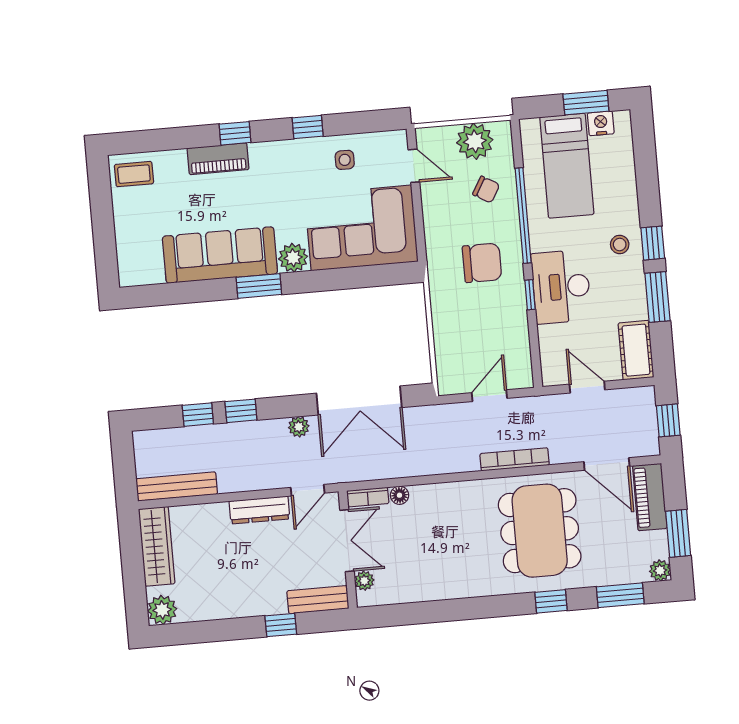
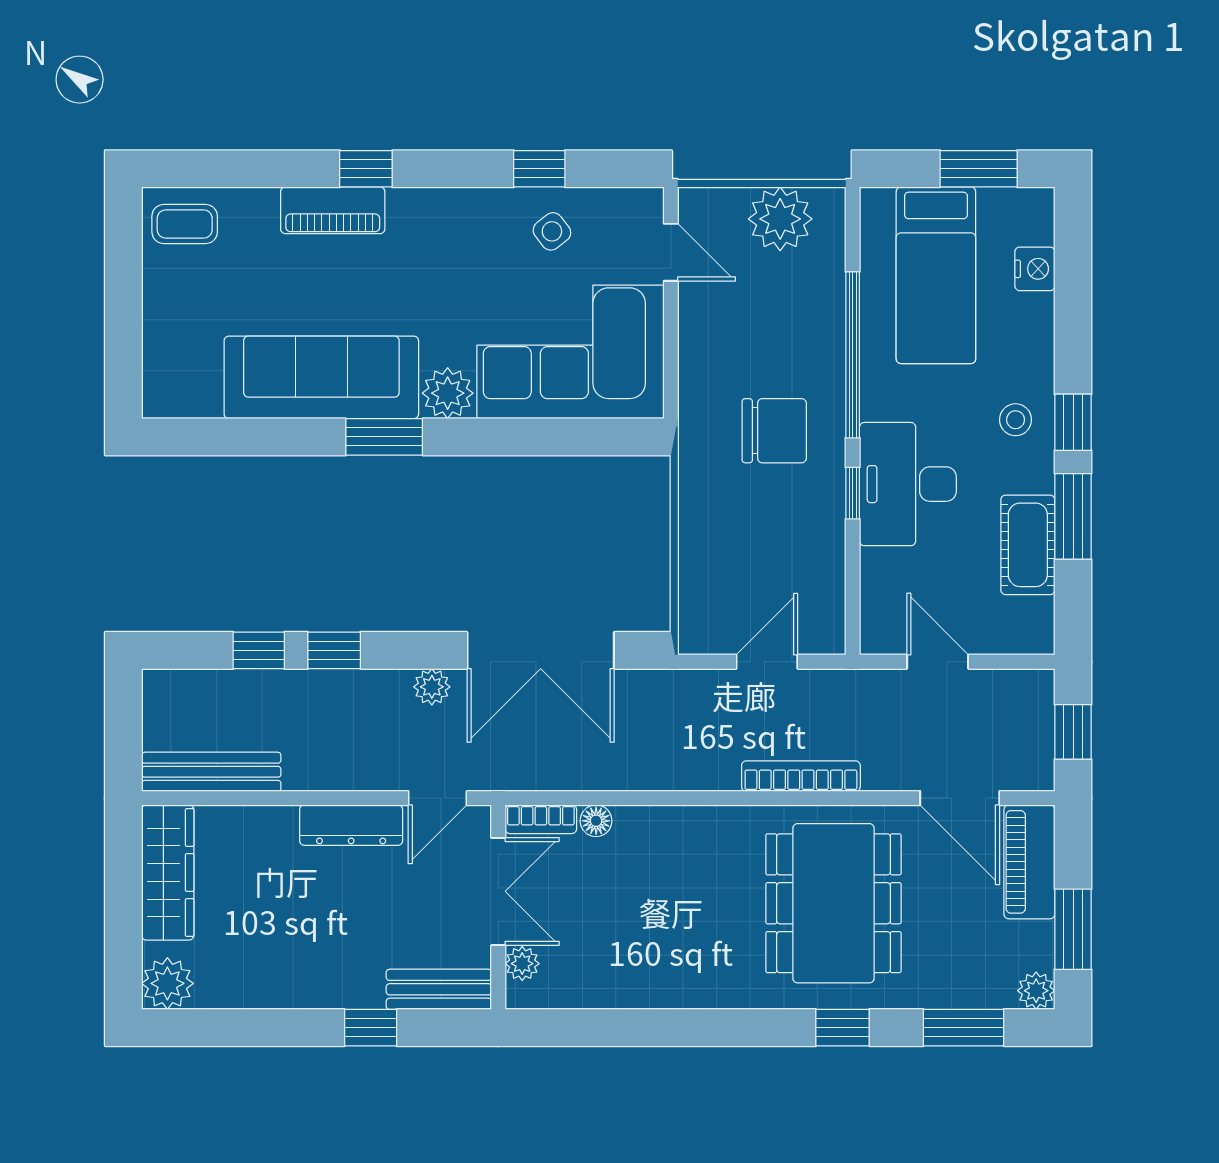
nightstand: (601, 123) -> (1035, 269), moved, turned 90
window: (308, 127) -> (539, 169), moved
side table: (345, 160) -> (552, 231), turned -38
chair: (486, 189) -> (793, 304), removed
cot: (636, 350) -> (1028, 545), moved

